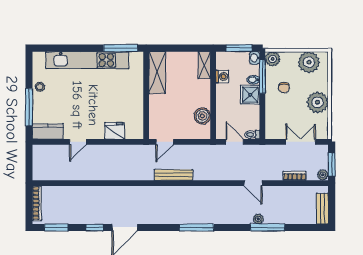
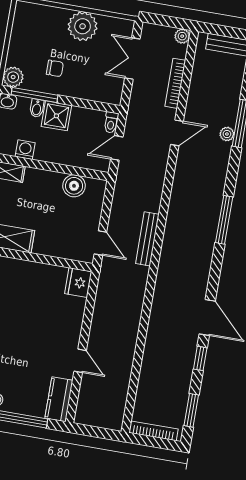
plant: (309, 62) -> (26, 29), removed
fridge: (115, 131) -> (78, 283), moved
window: (332, 165) -> (170, 22), removed
bookcase: (295, 176) -> (175, 83), width x1.56

